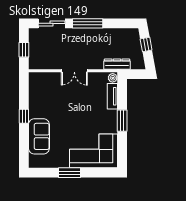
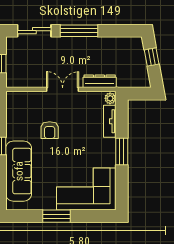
dresser: (117, 64) -> (100, 81), moved
double door: (74, 71) -> (63, 89), swing flipped
armchair: (64, 103) -> (50, 130), added
sofa: (39, 136) -> (19, 171), width x1.36

